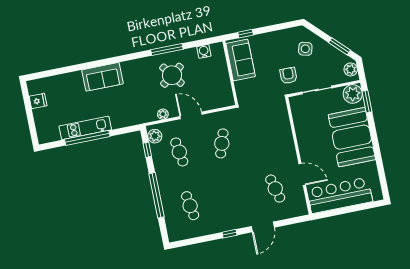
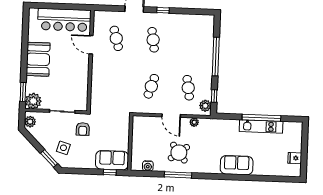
window: (340, 46) -> (49, 158), moved
sofa: (241, 60) -> (112, 160), moved, turned 90
booth: (352, 137) -> (38, 59), width x0.73, depth x0.70
cafe table: (190, 206) -> (153, 40), moved

